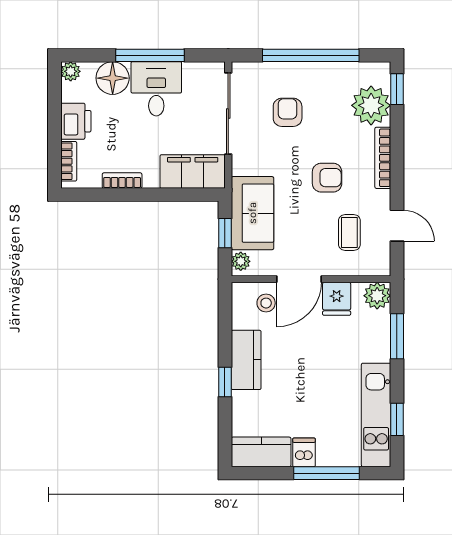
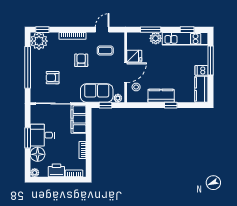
window: (150, 55) -> (28, 138), width x0.69
plant: (371, 105) -> (39, 41), moved
door: (299, 279) -> (126, 73), hinge flipped
plant: (377, 296) -> (156, 38), moved

